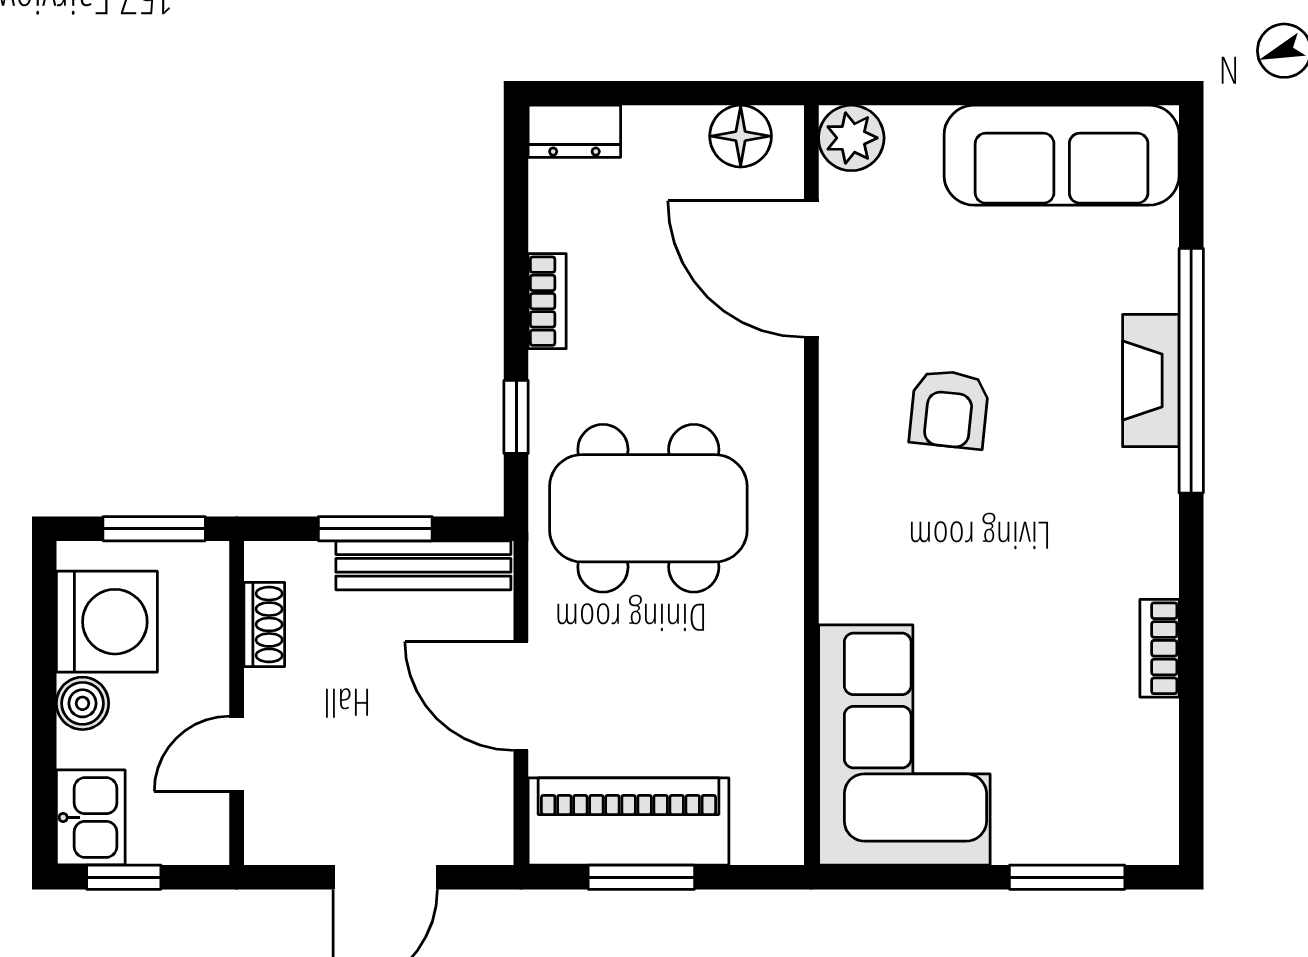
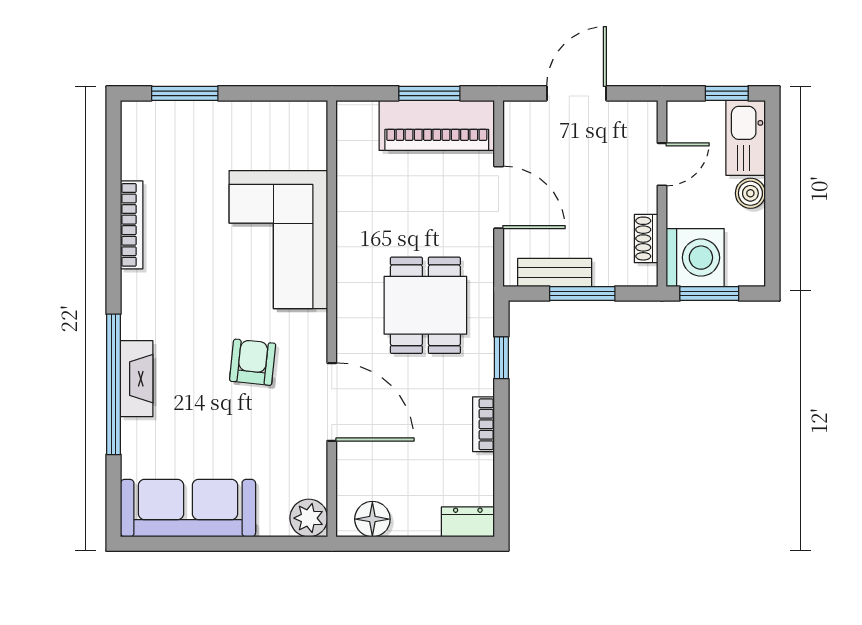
door: (811, 269) -> (332, 402), moved
dining table: (648, 508) -> (425, 305), width x0.73
bench: (423, 565) -> (555, 273), width x0.73
washing machine: (107, 622) -> (695, 258), moved, turned 180
bookcase: (1160, 648) -> (132, 225), width x1.56
corner sofa: (904, 745) -> (278, 240), moved
kitchen sink: (91, 817) -> (746, 138), width x1.38

